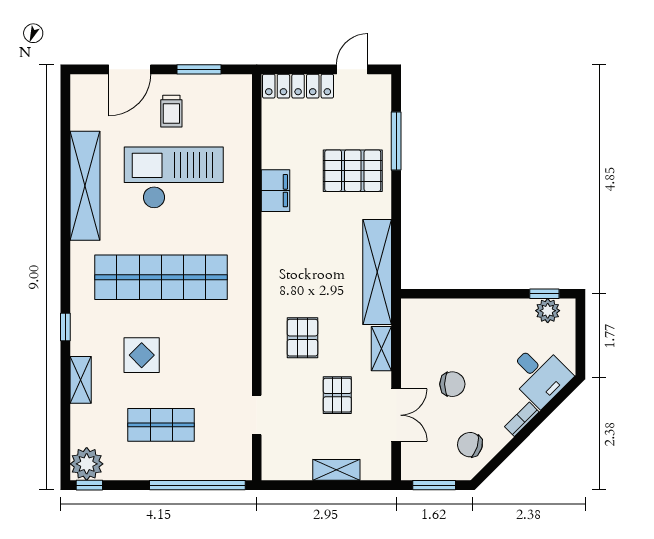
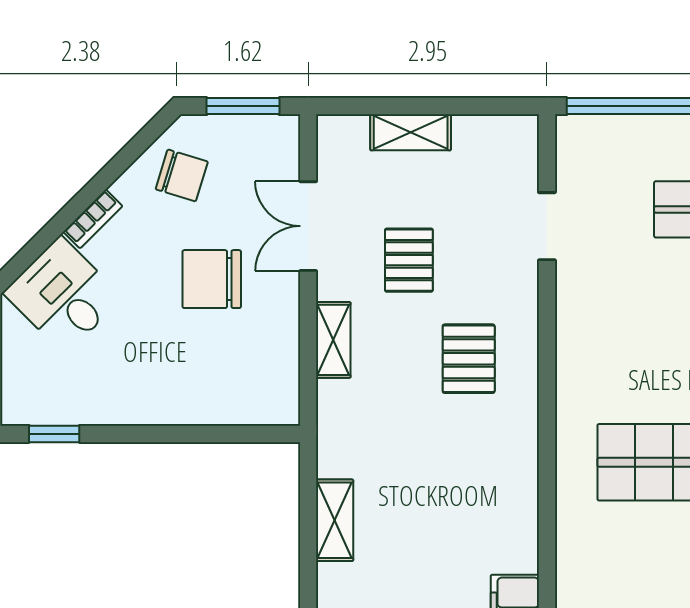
shelving: (377, 272) -> (335, 520), width x0.45, depth x0.75
plant: (548, 311) -> (48, 405), removed
chair: (452, 384) -> (212, 279), width x1.37, depth x1.37

